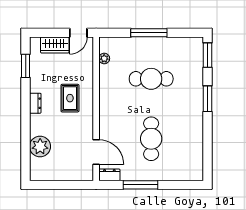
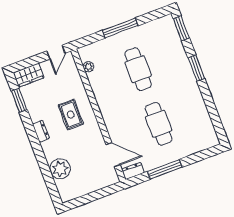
wardrobe: (55, 45) -> (29, 75), moved
cafe table: (151, 79) -> (138, 69), turned 90

